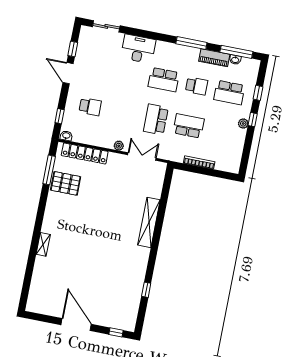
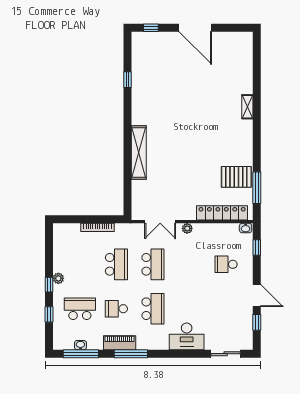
piano: (214, 58) -> (120, 343), moved
school desk: (164, 80) -> (153, 309), turned 90
school desk: (189, 126) -> (116, 264), turned -90

